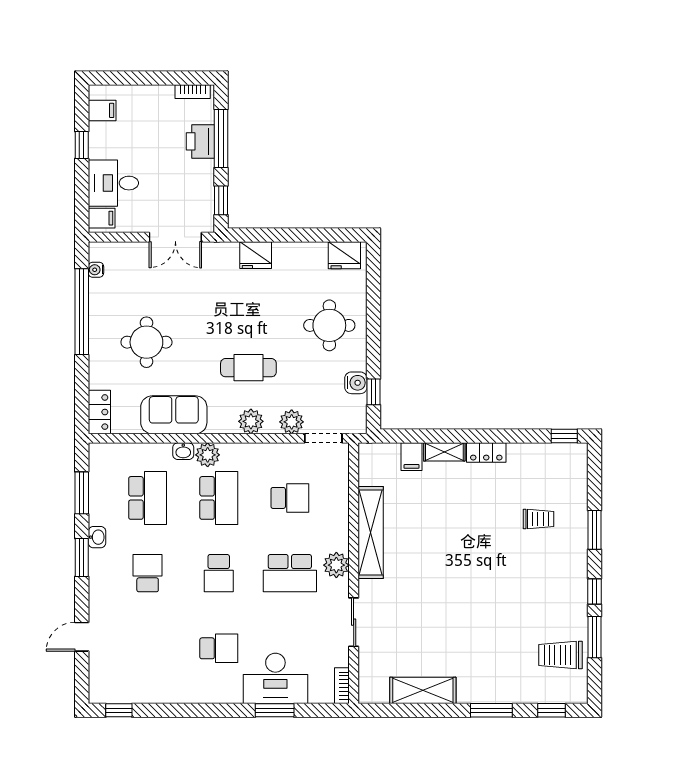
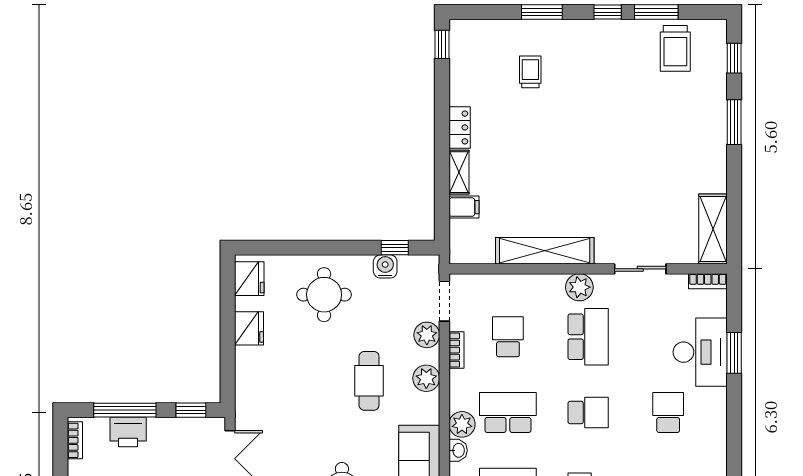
fridge: (256, 255) -> (249, 328), moved
bookcase: (277, 450) -> (456, 350), added
shelving: (423, 690) -> (713, 229), moved

